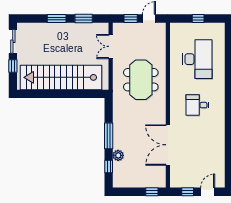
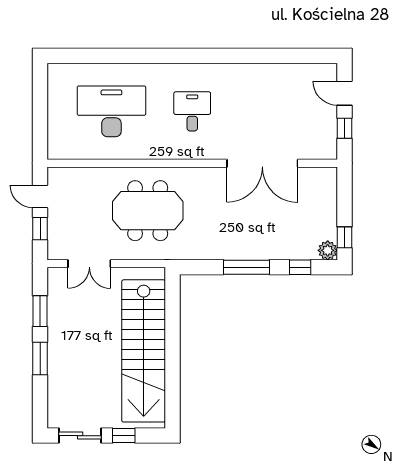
window: (198, 18) -> (40, 110), removed
desk: (197, 105) -> (192, 111), turned 180
plant: (118, 155) -> (328, 250), moved
window: (152, 192) -> (344, 237), moved

